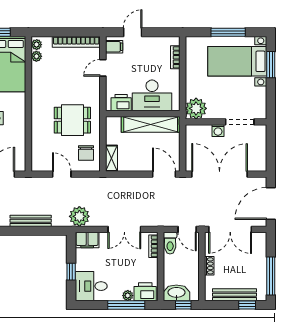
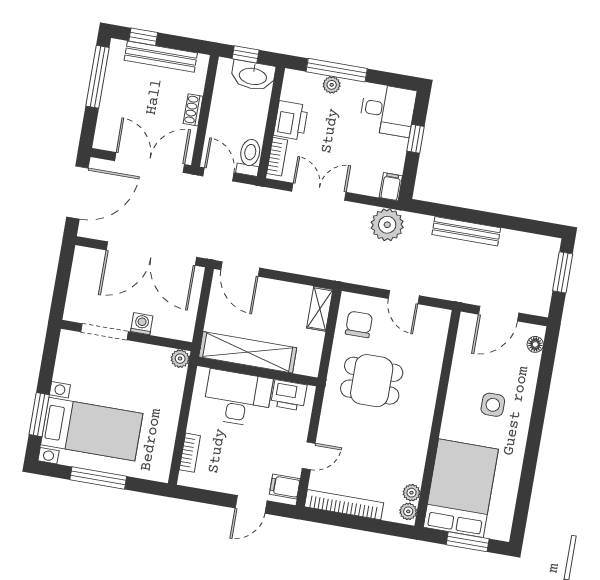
plant: (196, 108) -> (180, 359), width x0.53, depth x0.53
filing cabinet: (87, 240) -> (391, 187), width x0.50
printer: (145, 292) -> (291, 120), moved, turned -90

